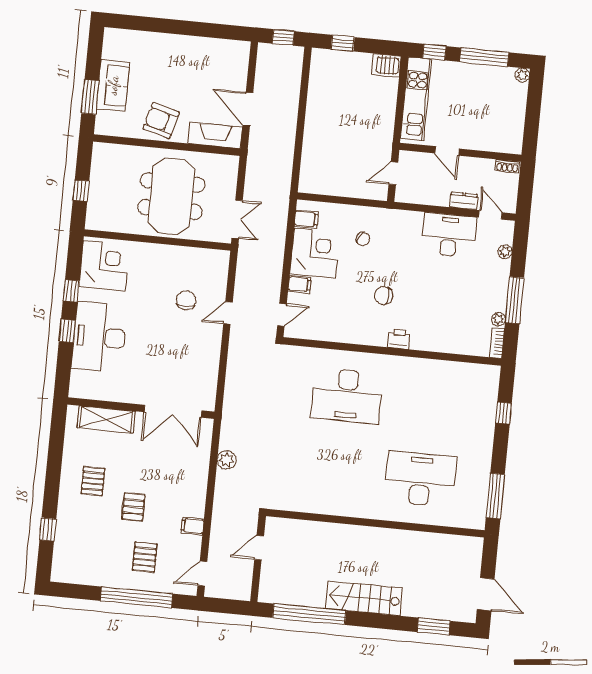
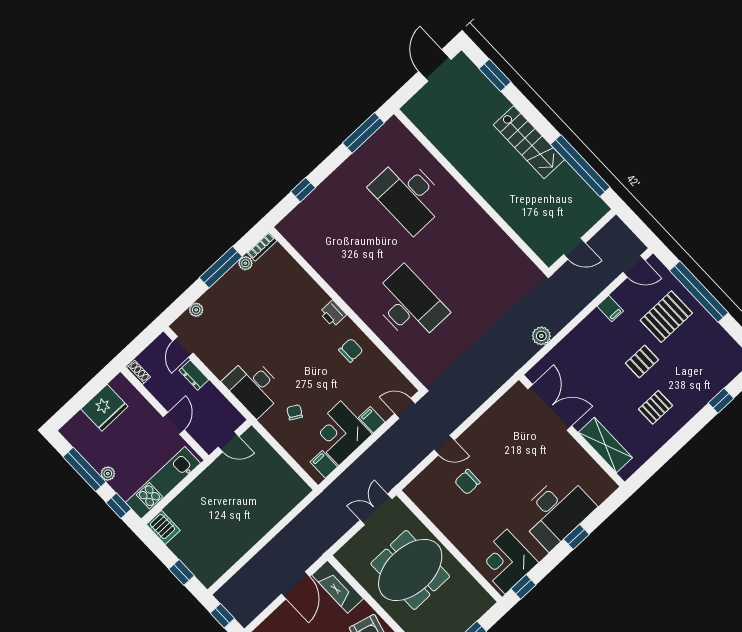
plant: (522, 75) -> (108, 474), moved
fridge: (510, 117) -> (104, 408), added
desk: (449, 235) -> (254, 387), moved
window: (71, 291) -> (523, 587), moved
chair: (384, 296) -> (351, 350), moved, turned -90
pallet: (145, 557) -> (666, 317), width x1.50, depth x1.42

